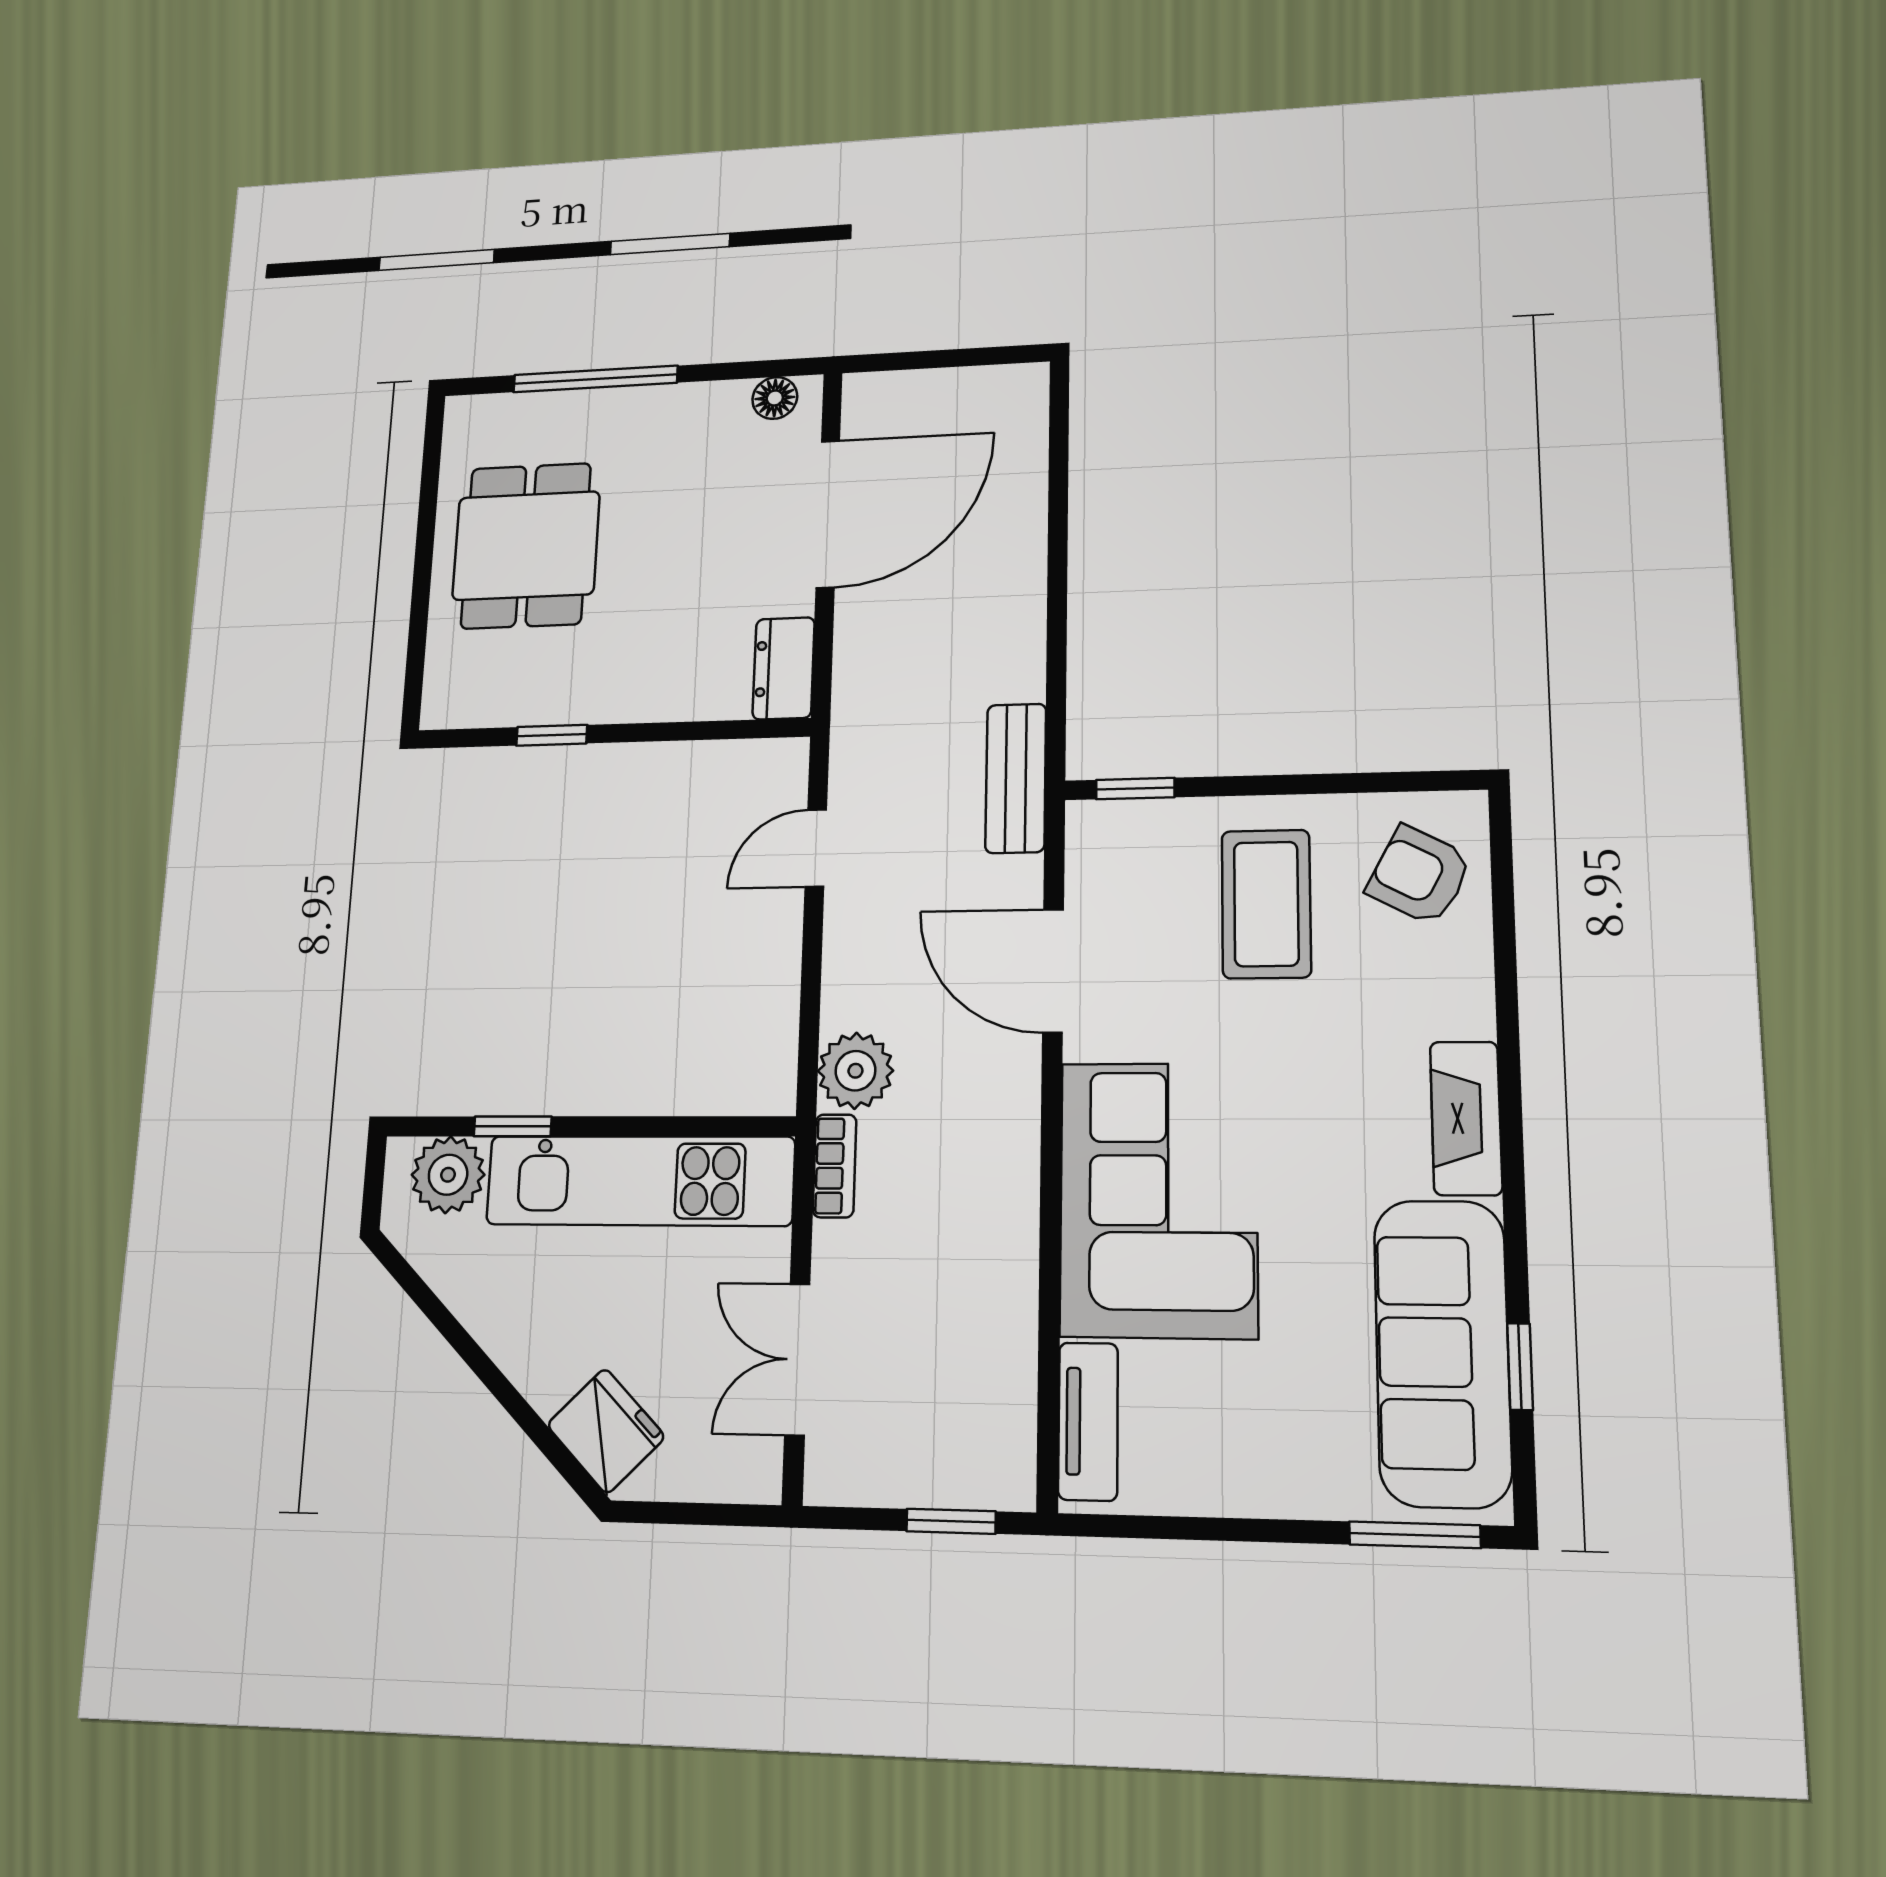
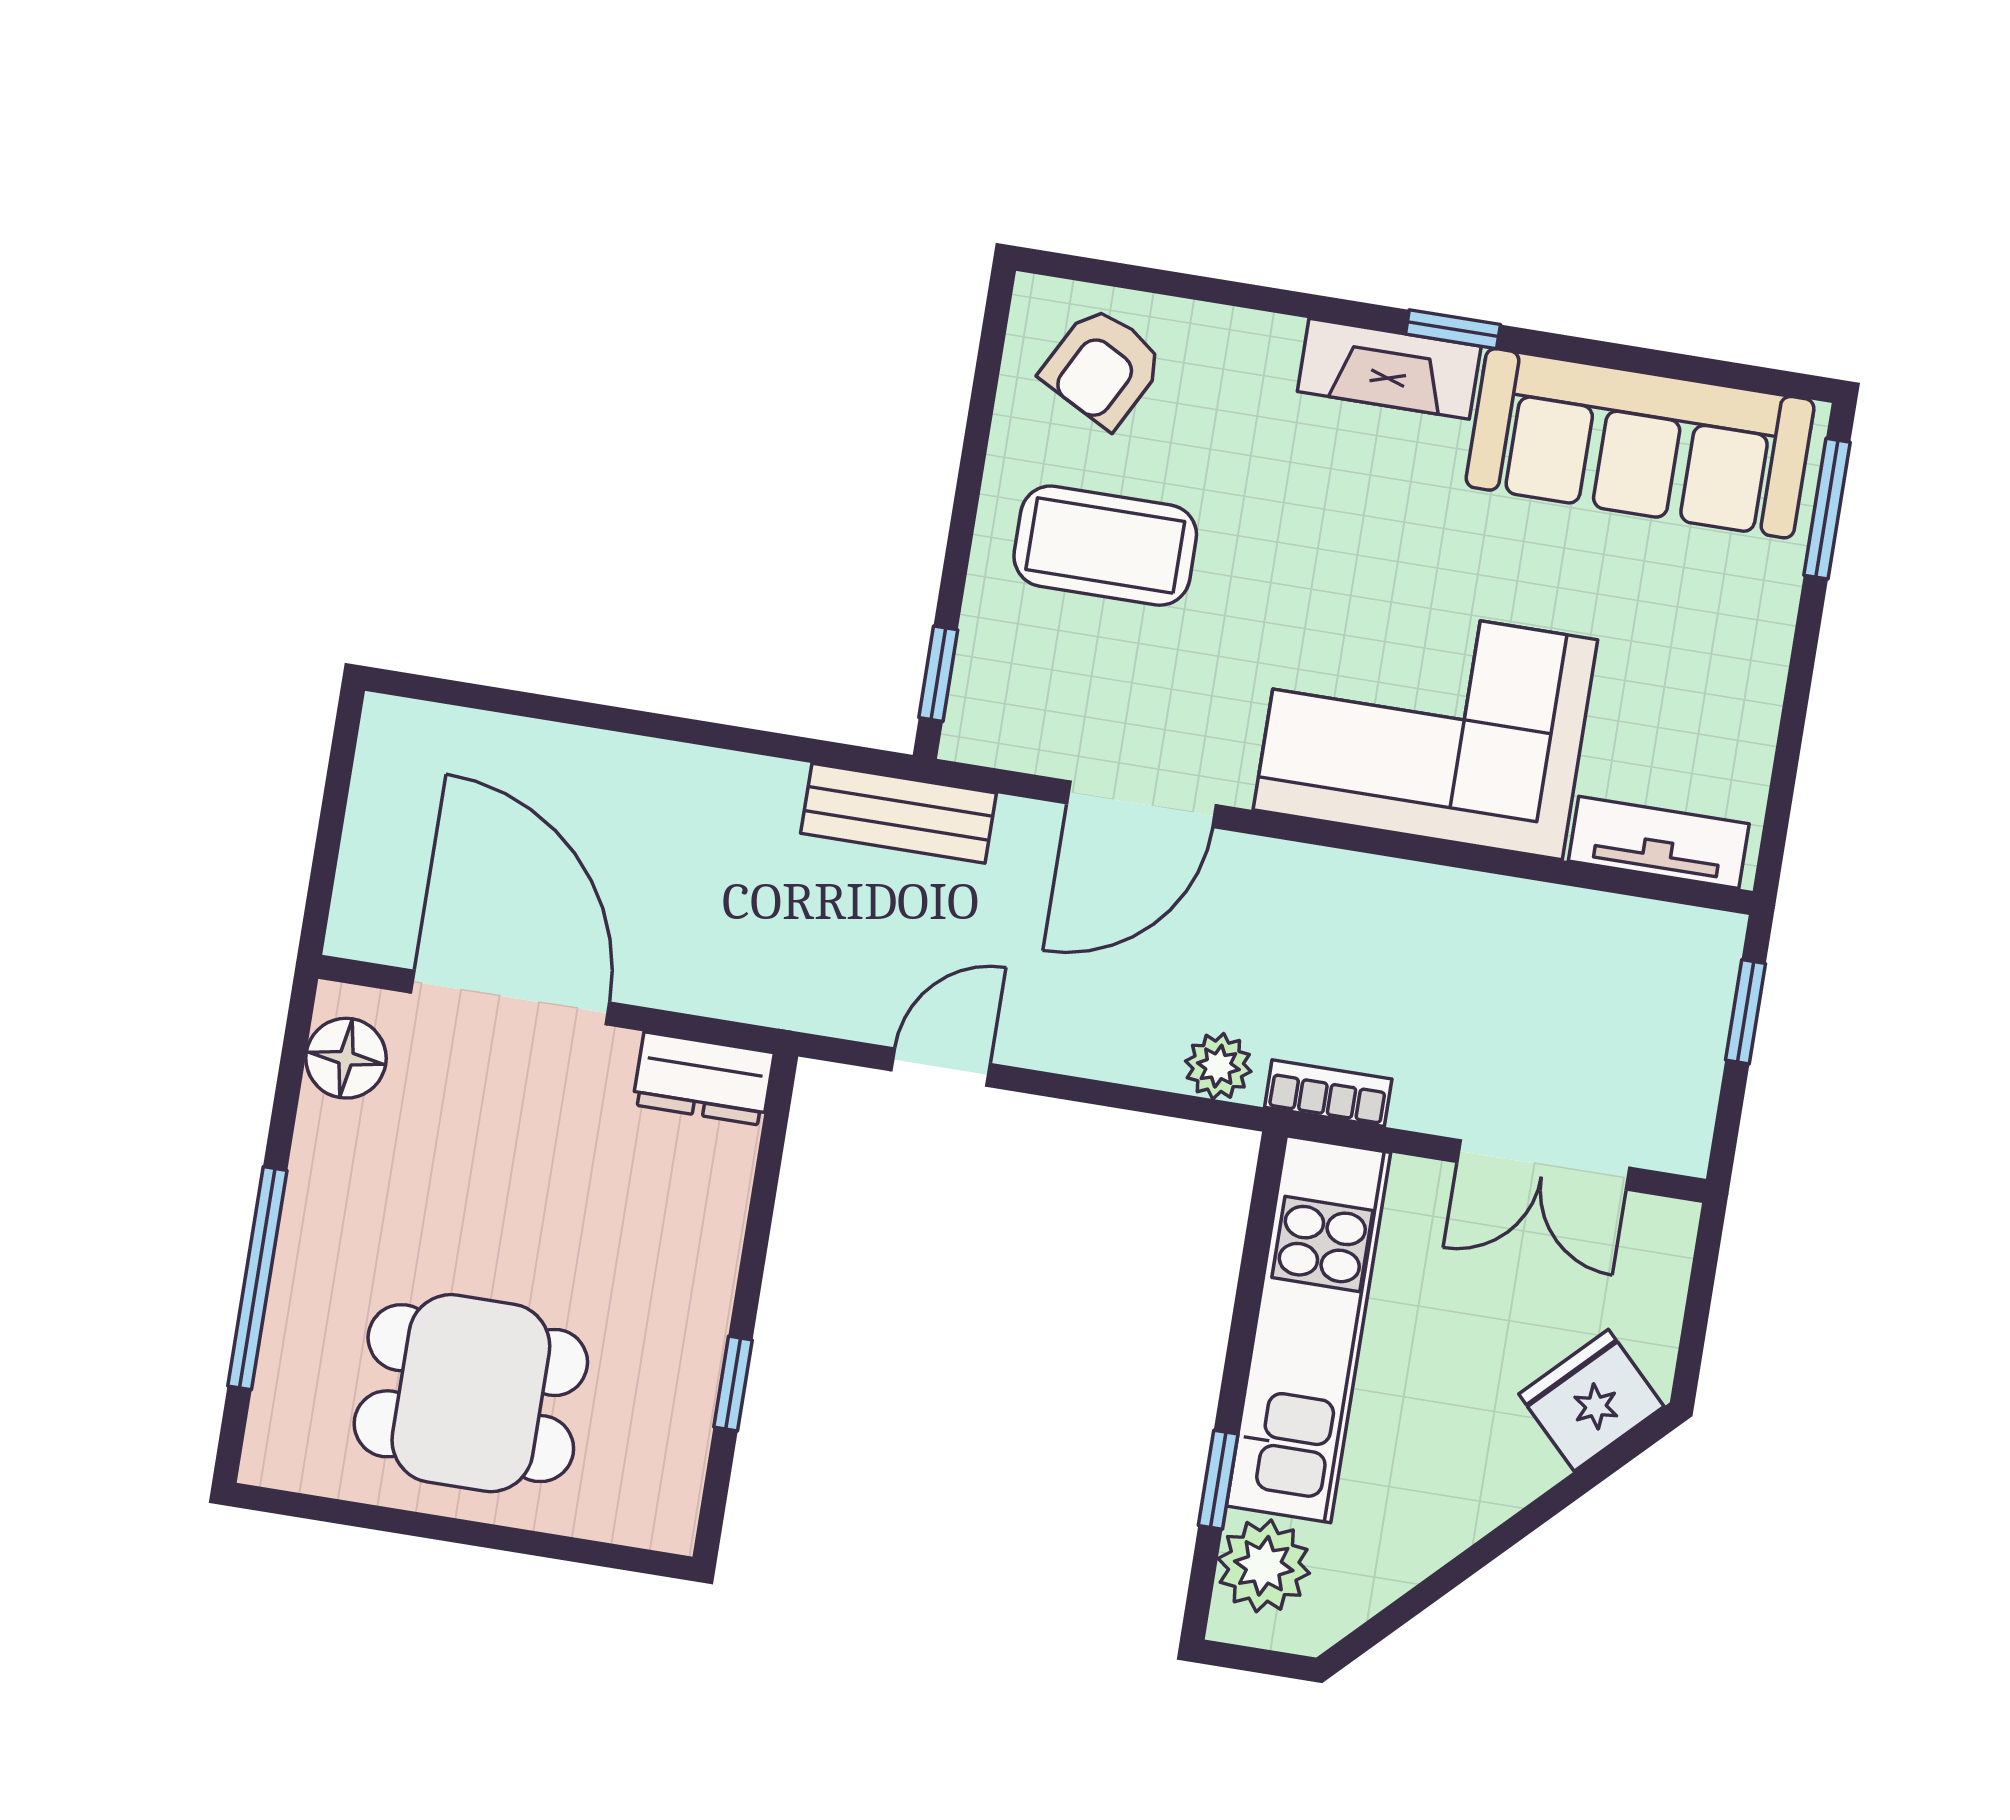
floor lamp: (775, 398) -> (346, 1058), width x1.37, depth x1.37
door: (816, 848) -> (941, 1067), swing flipped
plant: (855, 1071) -> (1218, 1066), width x0.73, depth x0.73
window: (1520, 1367) -> (1453, 329), moved

